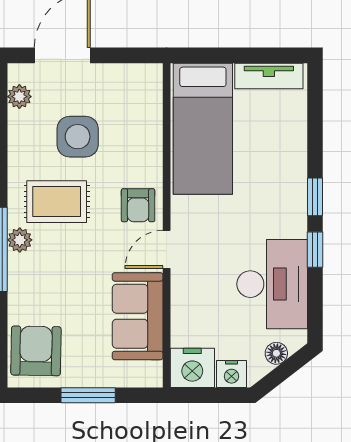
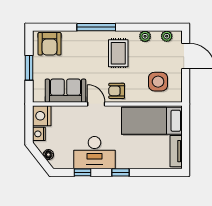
side table: (78, 137) -> (158, 82), moved
plant: (20, 240) -> (145, 36), moved
window: (315, 250) -> (82, 172), moved
desk: (272, 284) -> (94, 153), moved
armchair: (36, 351) -> (50, 44), turned 89

